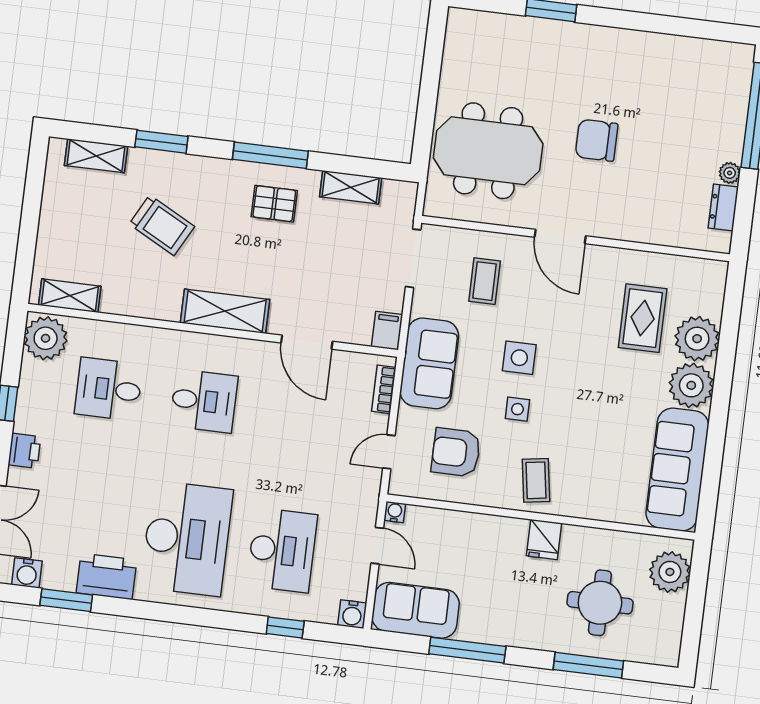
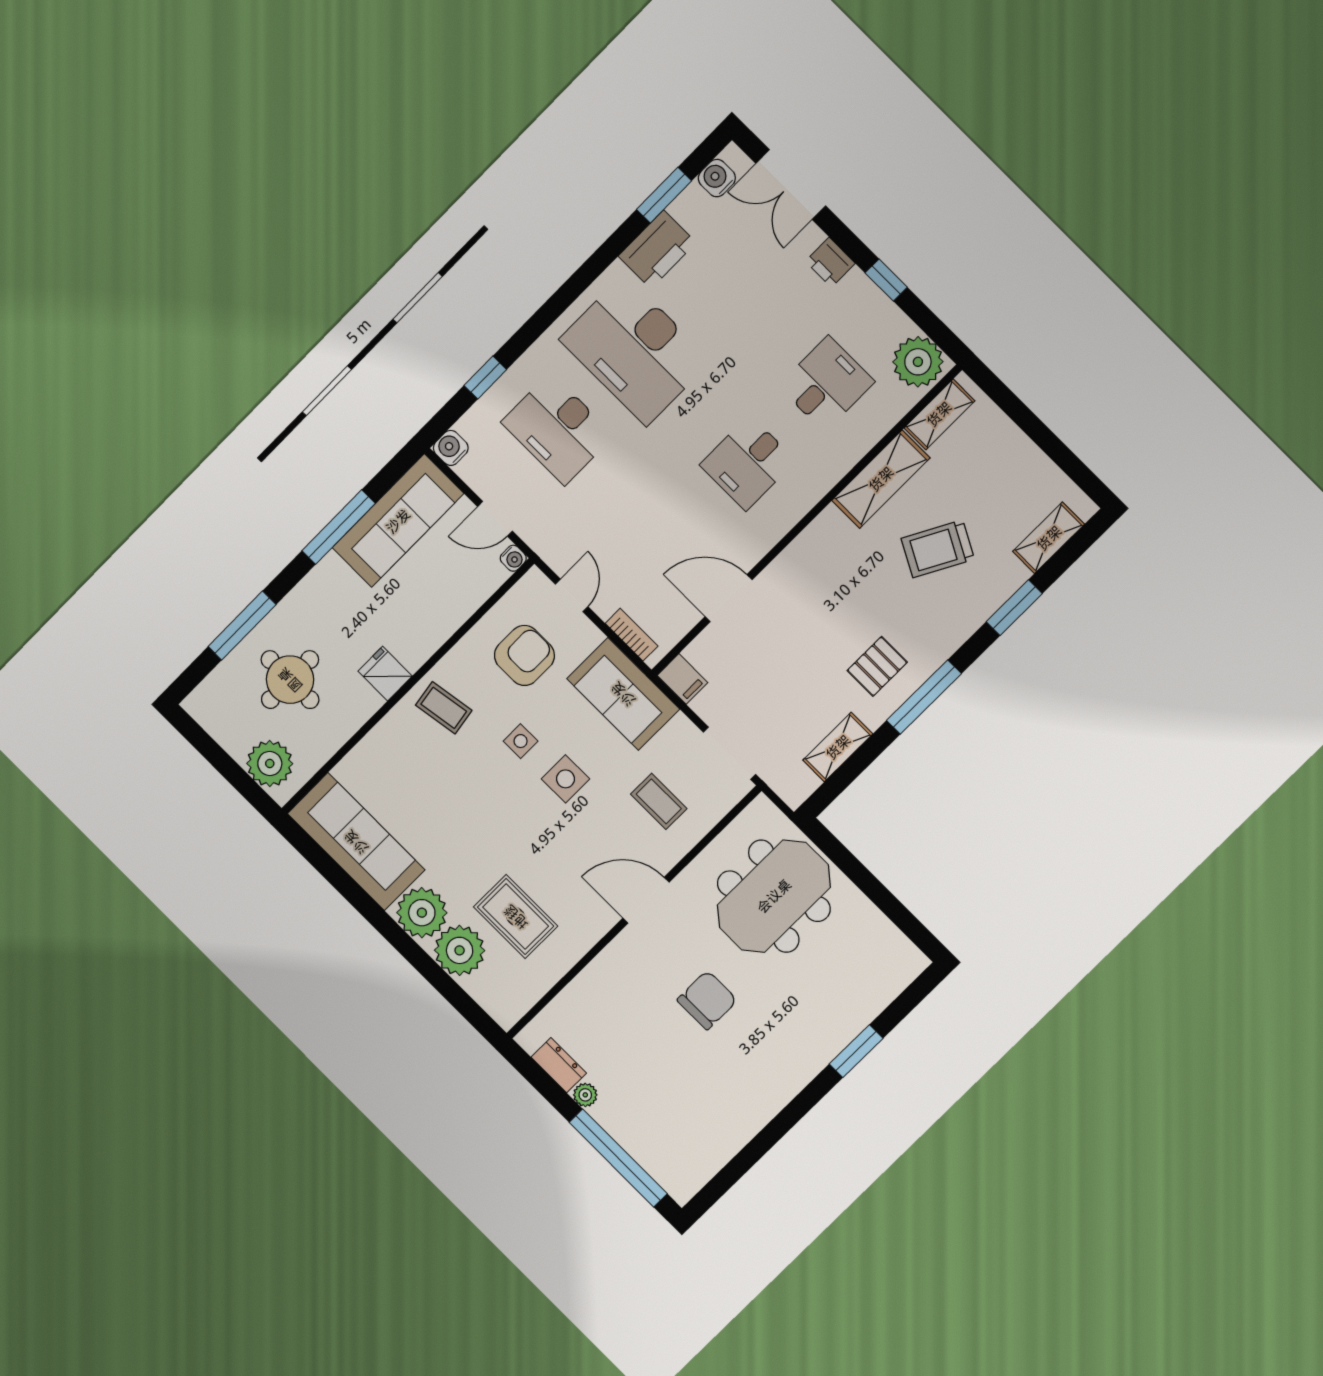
shelving: (225, 311) -> (881, 479), moved
sofa: (416, 610) -> (398, 521), width x1.36

